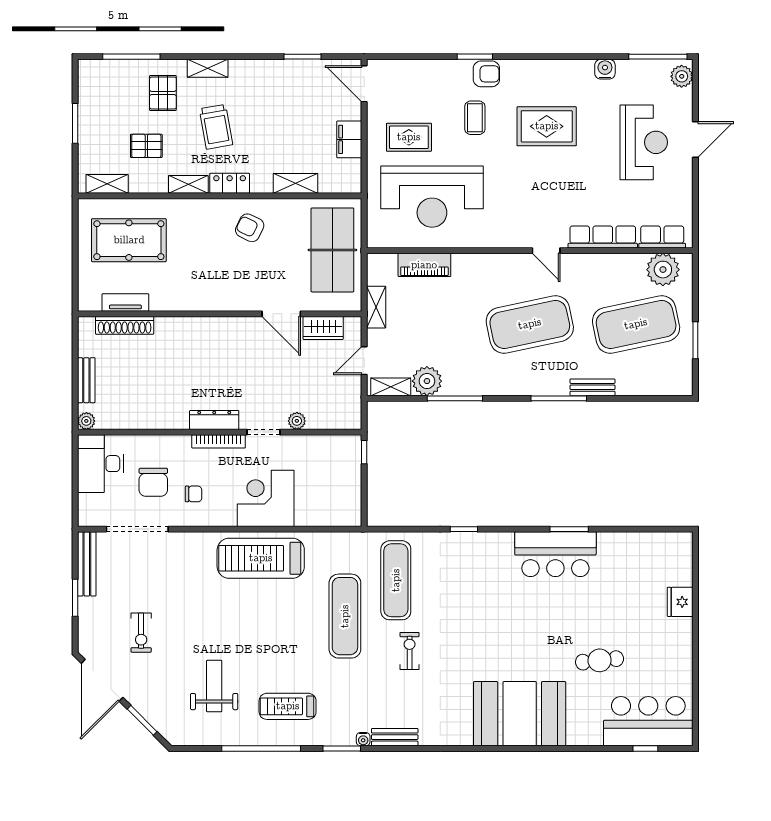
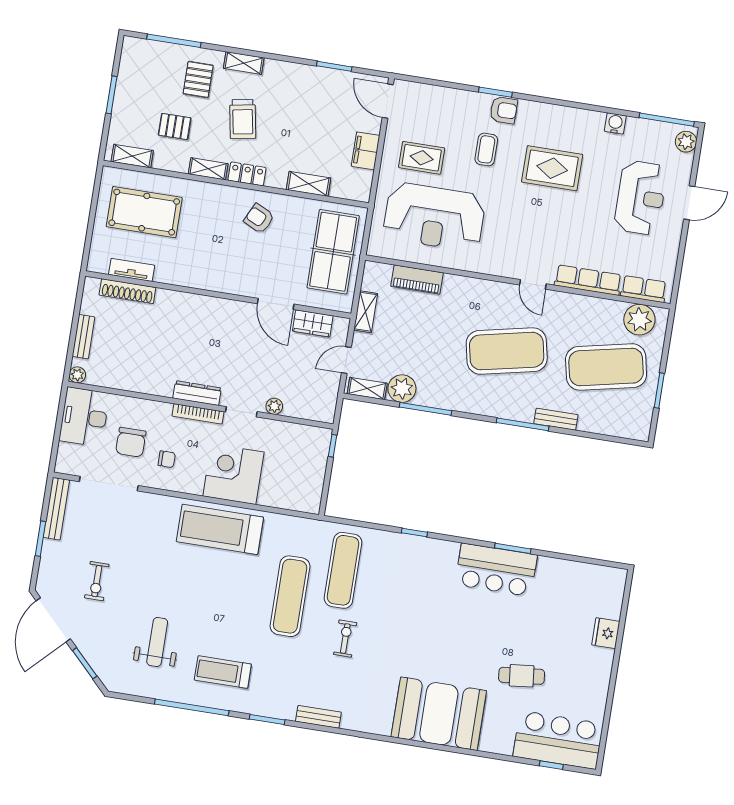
water cooler: (363, 739) -> (289, 714), removed

